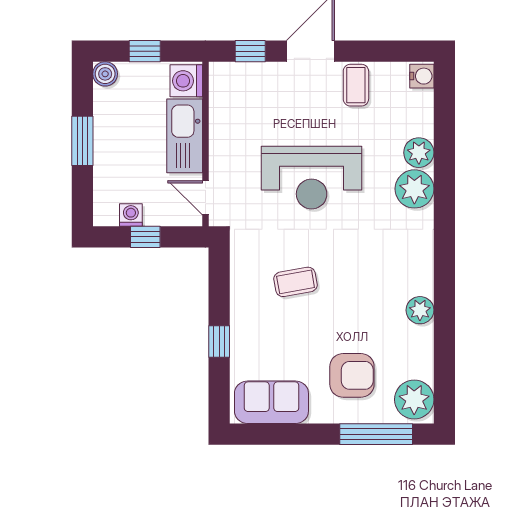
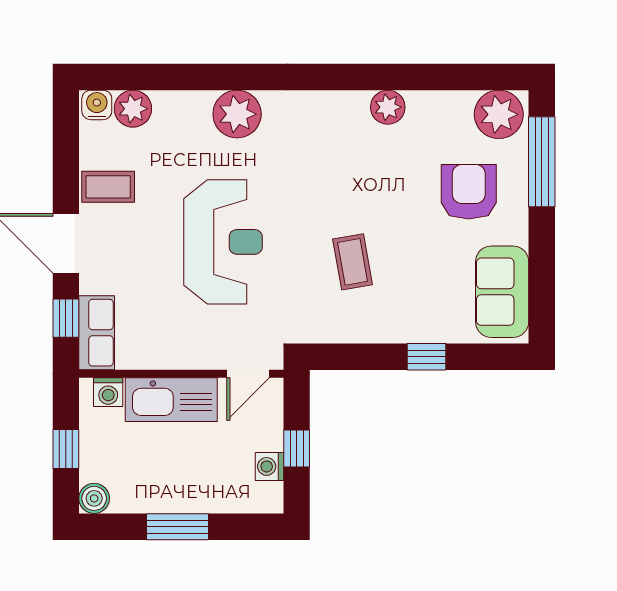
row of seats: (239, 76) -> (97, 333), added
washing machine: (186, 81) -> (108, 392), width x0.73, depth x0.73
plant: (419, 153) -> (133, 109), moved

